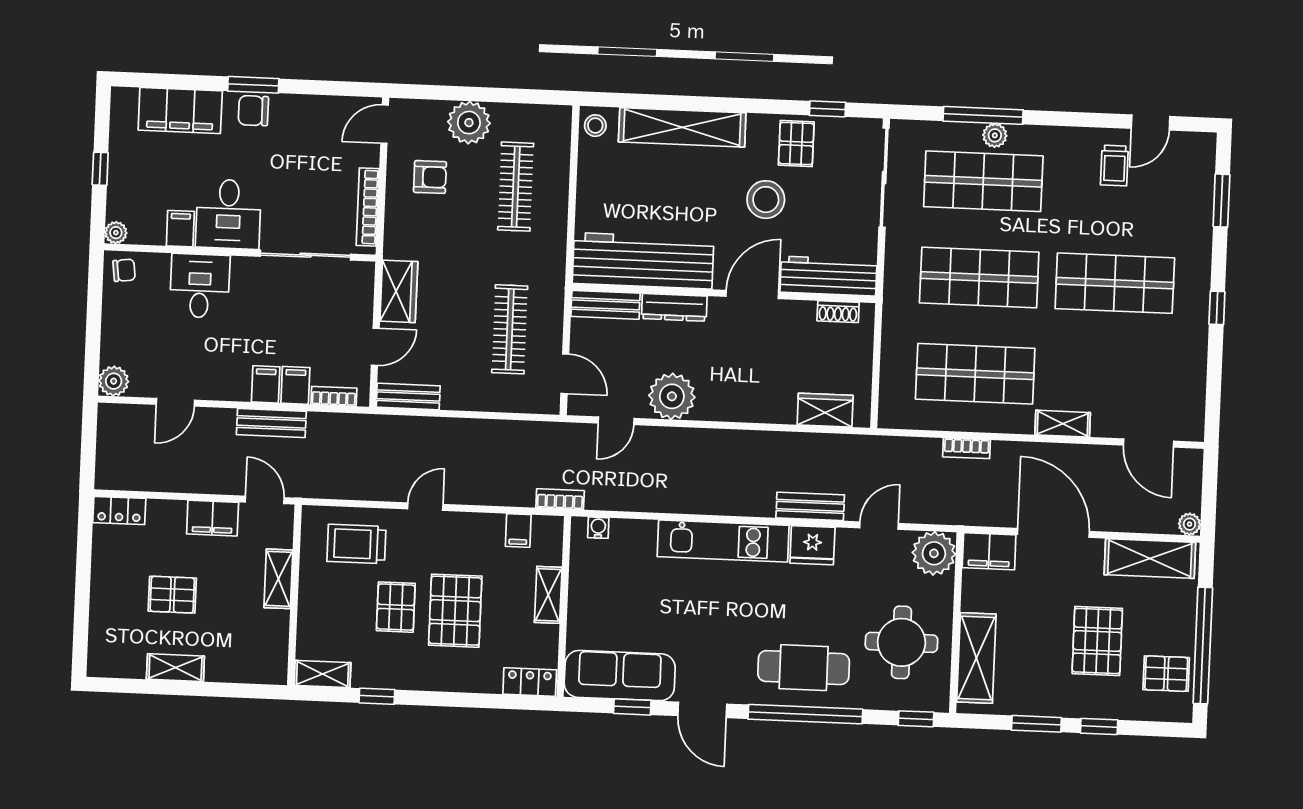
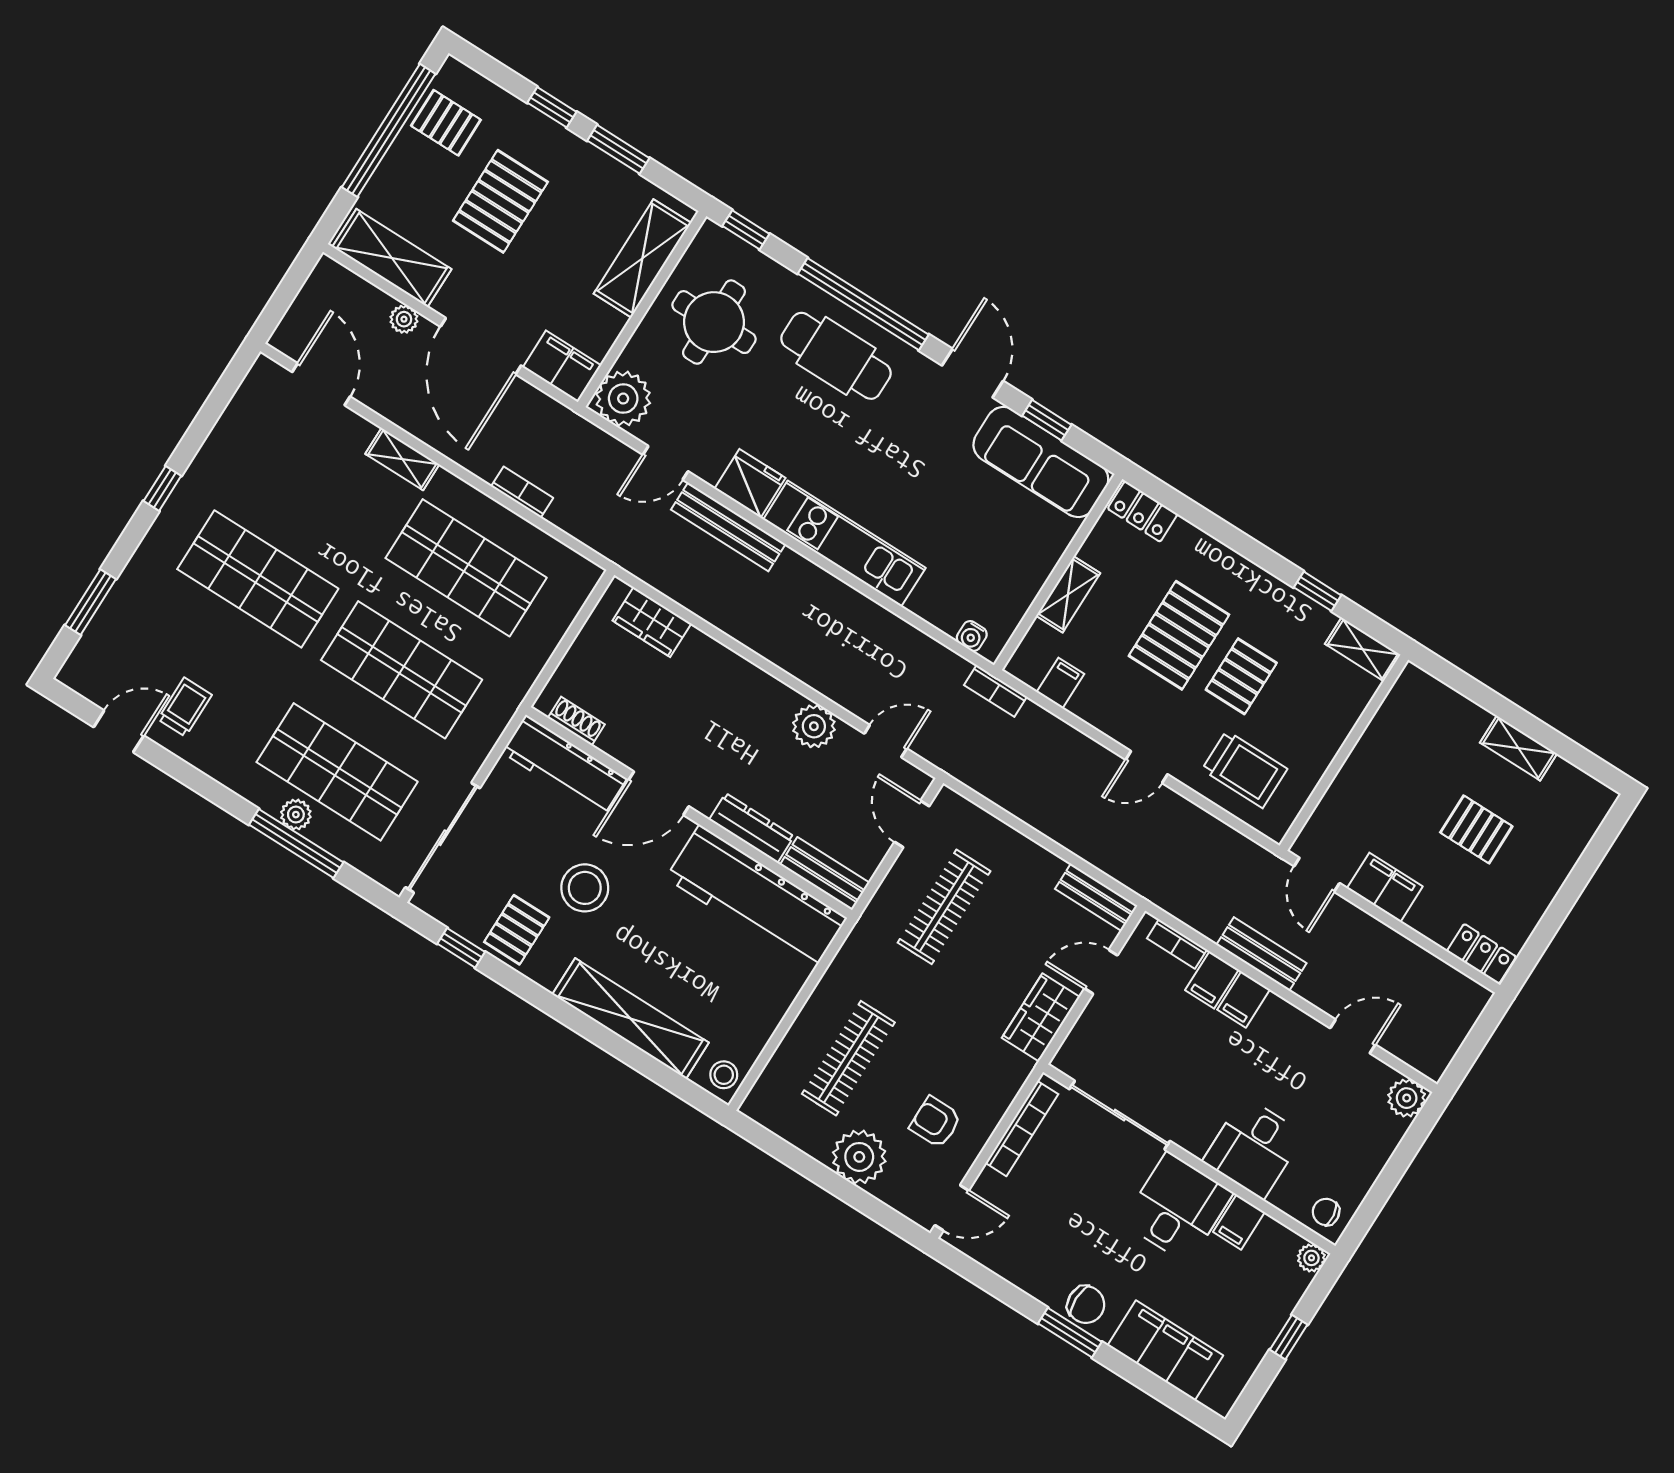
plant: (672, 396) -> (814, 726), width x0.73, depth x0.73
bench: (810, 506) -> (728, 527), width x1.36
plant: (1189, 524) -> (404, 319), moved
shelving: (278, 579) -> (1351, 780), removed

